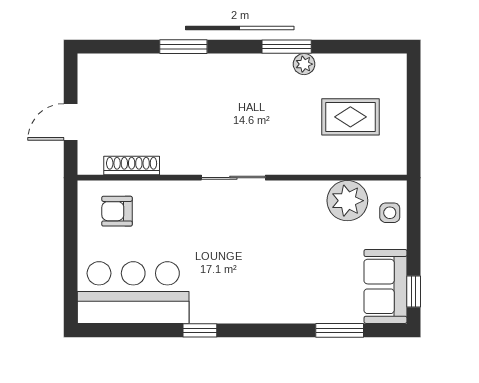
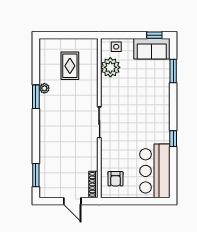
window: (183, 47) -> (36, 175), moved
shoe rack: (132, 166) -> (93, 184), moved

